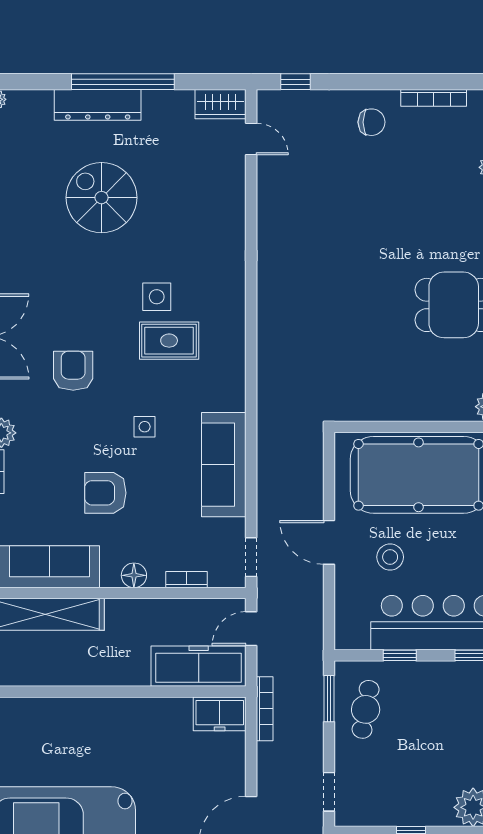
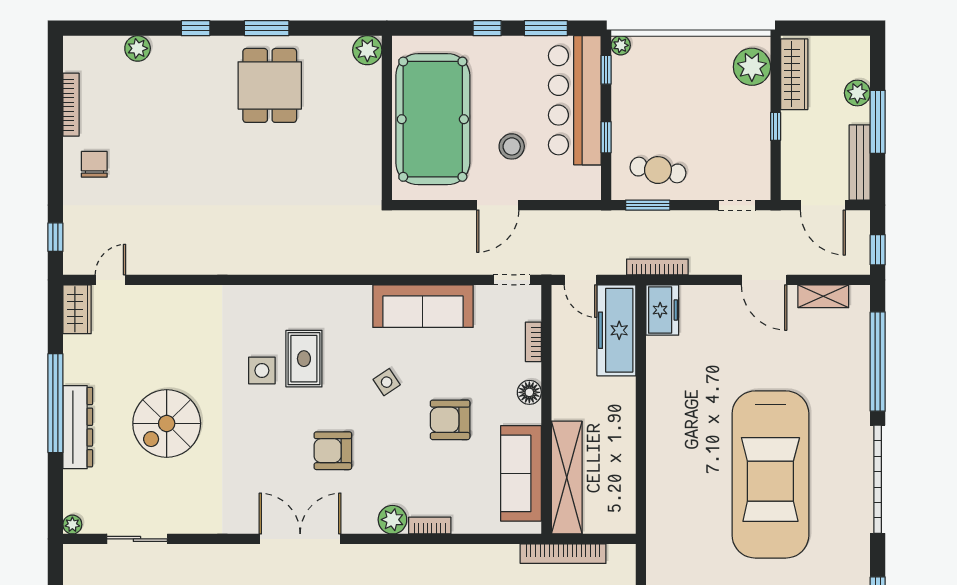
side table: (145, 427) -> (387, 382), turned -34
armchair: (105, 493) -> (450, 420), turned 90

